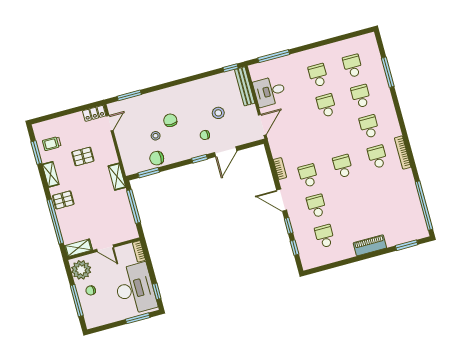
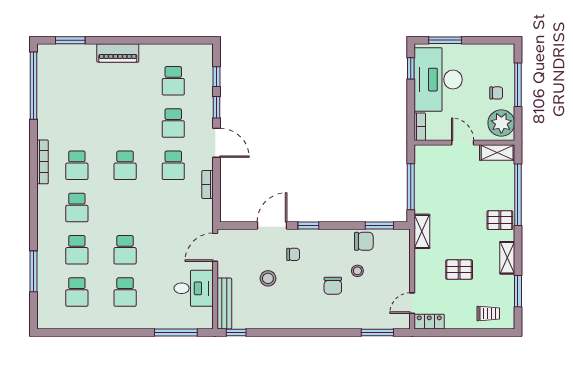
trolley: (52, 144) -> (488, 314), moved

